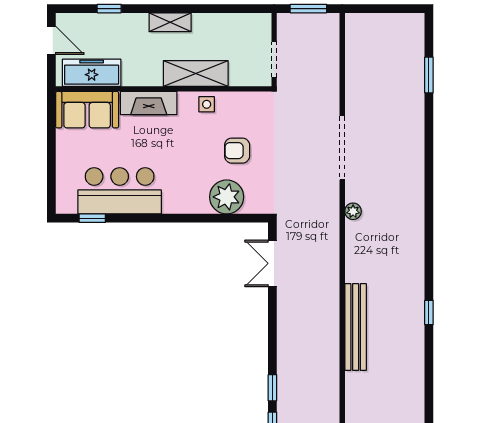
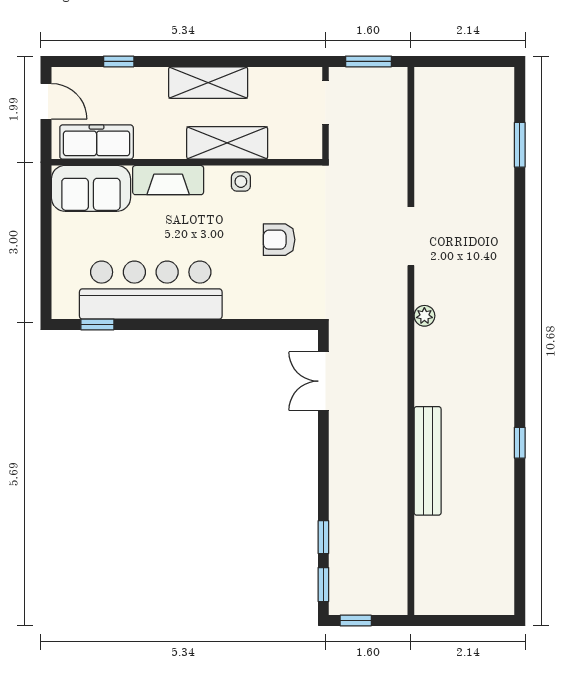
shelving: (170, 22) -> (208, 83), width x1.50, depth x1.33
doorway: (274, 60) -> (326, 103), moved
doorway: (342, 148) -> (411, 236), width x0.73
bar counter: (120, 191) -> (151, 290), width x1.36
plant: (227, 197) -> (266, 298), removed

